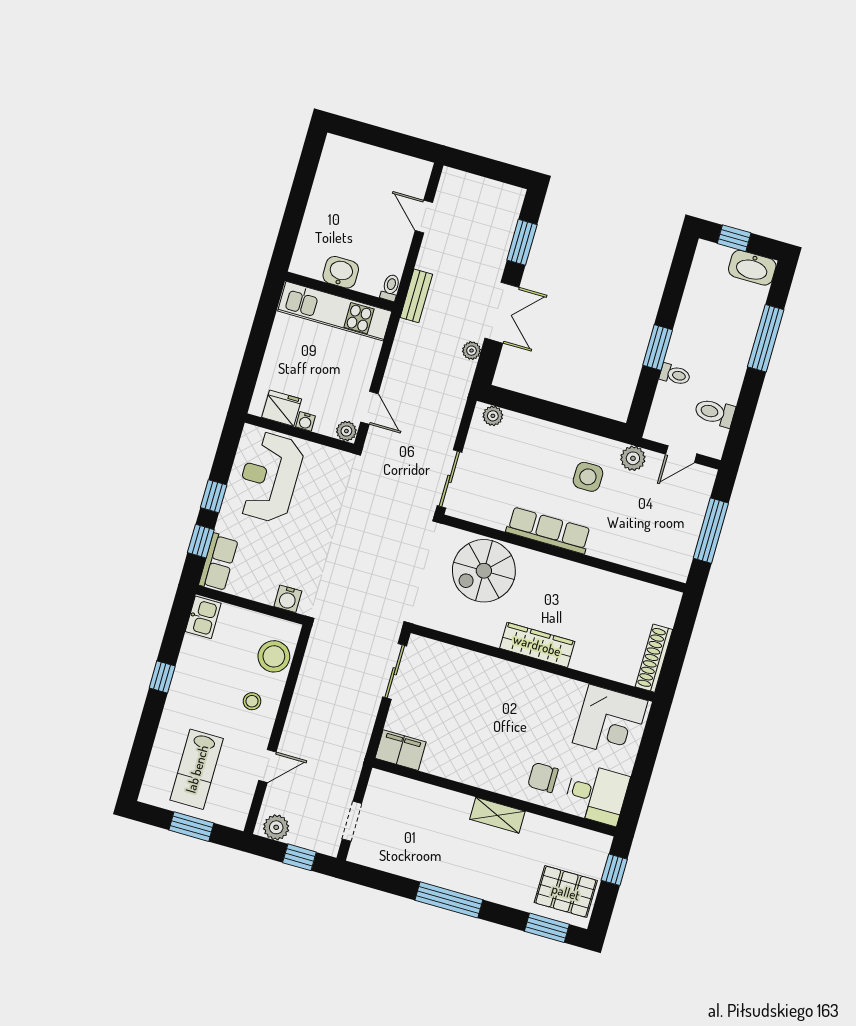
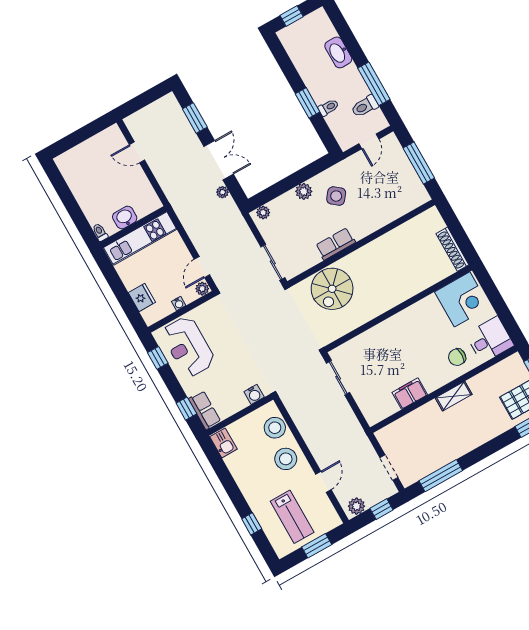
washbasin: (752, 268) -> (338, 52), moved, turned 90
toilet: (390, 288) -> (100, 232), moved
bench: (416, 296) -> (171, 193), removed
window: (766, 338) -> (374, 84), moved
fridge: (282, 408) -> (142, 297), moved, turned 90
door: (369, 408) -> (202, 267), swing flipped
plant: (633, 458) -> (304, 191), moved
side table: (588, 477) -> (336, 196), turned 38
window: (214, 496) -> (158, 358), moved
row of seats: (548, 530) -> (335, 244), width x0.68
wardrobe: (537, 645) -> (392, 298), removed
window: (162, 677) -> (252, 524), moved
stool: (252, 701) -> (286, 459), width x1.89, depth x1.89
filing cabinet: (401, 750) -> (410, 394), moved
window: (449, 900) -> (441, 476), moved

